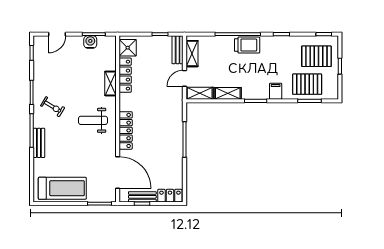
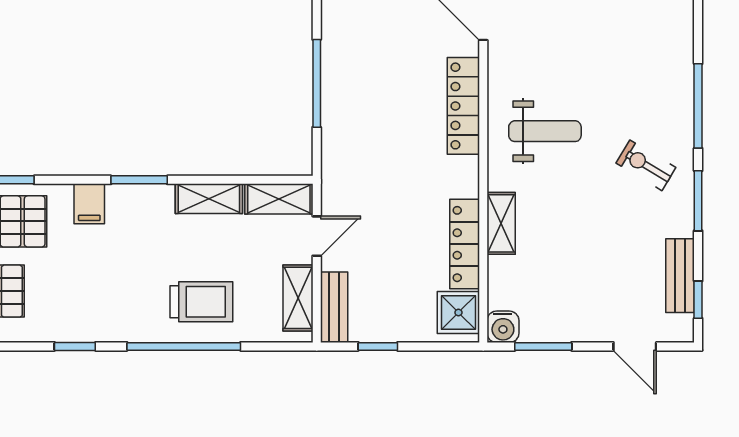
door: (57, 34) -> (635, 346), swing flipped
water cooler: (90, 42) -> (503, 327), moved
trolley: (247, 45) -> (201, 302), moved, turned 180
bench: (39, 143) -> (680, 276), moved

